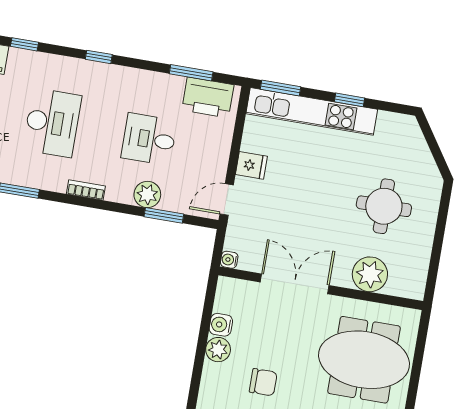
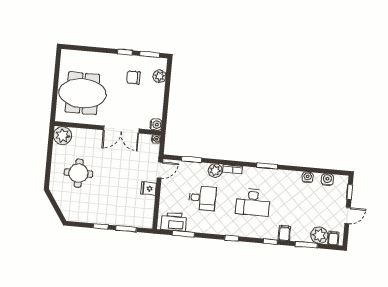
window: (281, 88) -> (126, 229), moved
kitchen unit: (312, 111) -> (120, 219), removed
desk: (52, 123) -> (253, 202), turned -90
plant: (147, 194) -> (215, 171), moved
plant: (370, 274) -> (63, 136), moved
water cooler: (221, 325) -> (156, 125), moved
plant: (218, 350) -> (159, 76), moved

